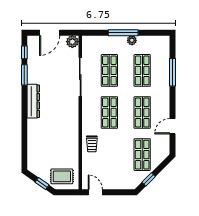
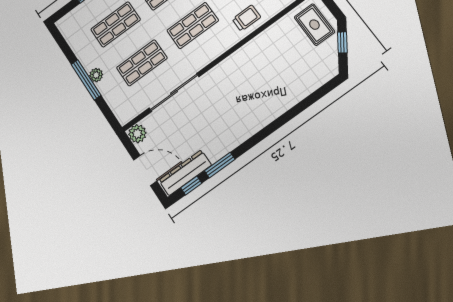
plant: (132, 40) -> (96, 75), moved
dresser: (33, 101) -> (185, 173), moved

